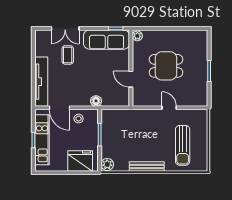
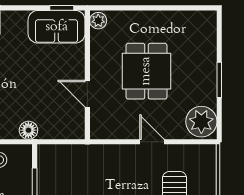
sofa: (107, 40) -> (57, 27), width x0.73
dining table: (166, 66) -> (146, 71), turned 90
plant: (198, 96) -> (201, 122), added

